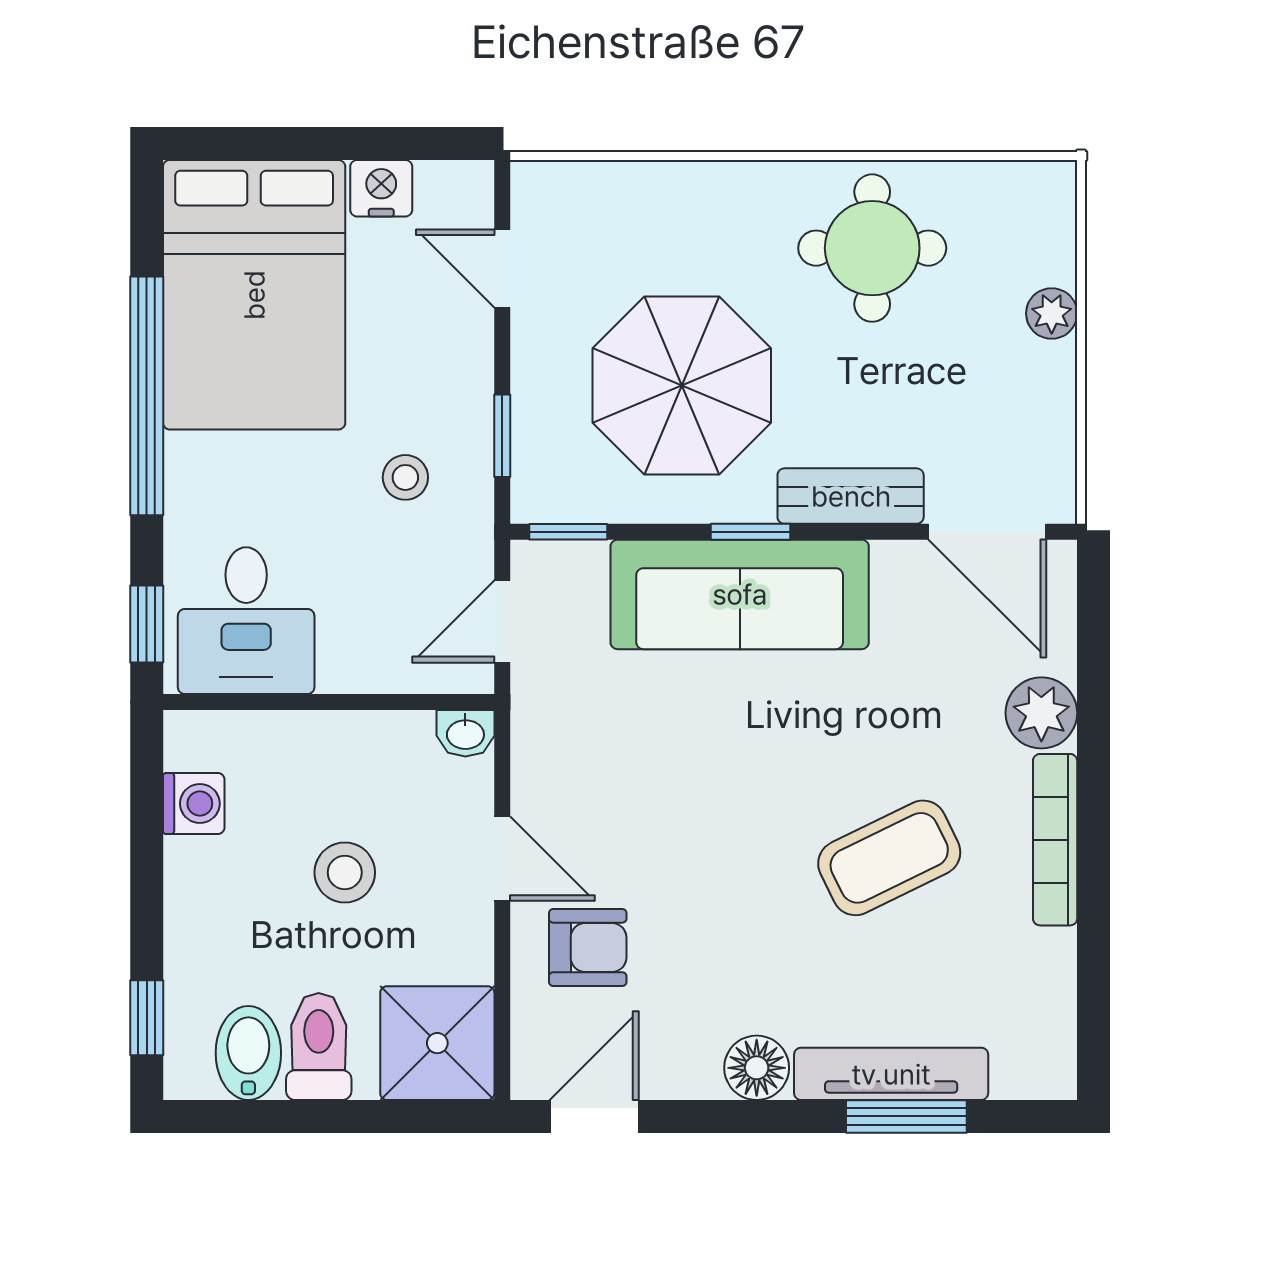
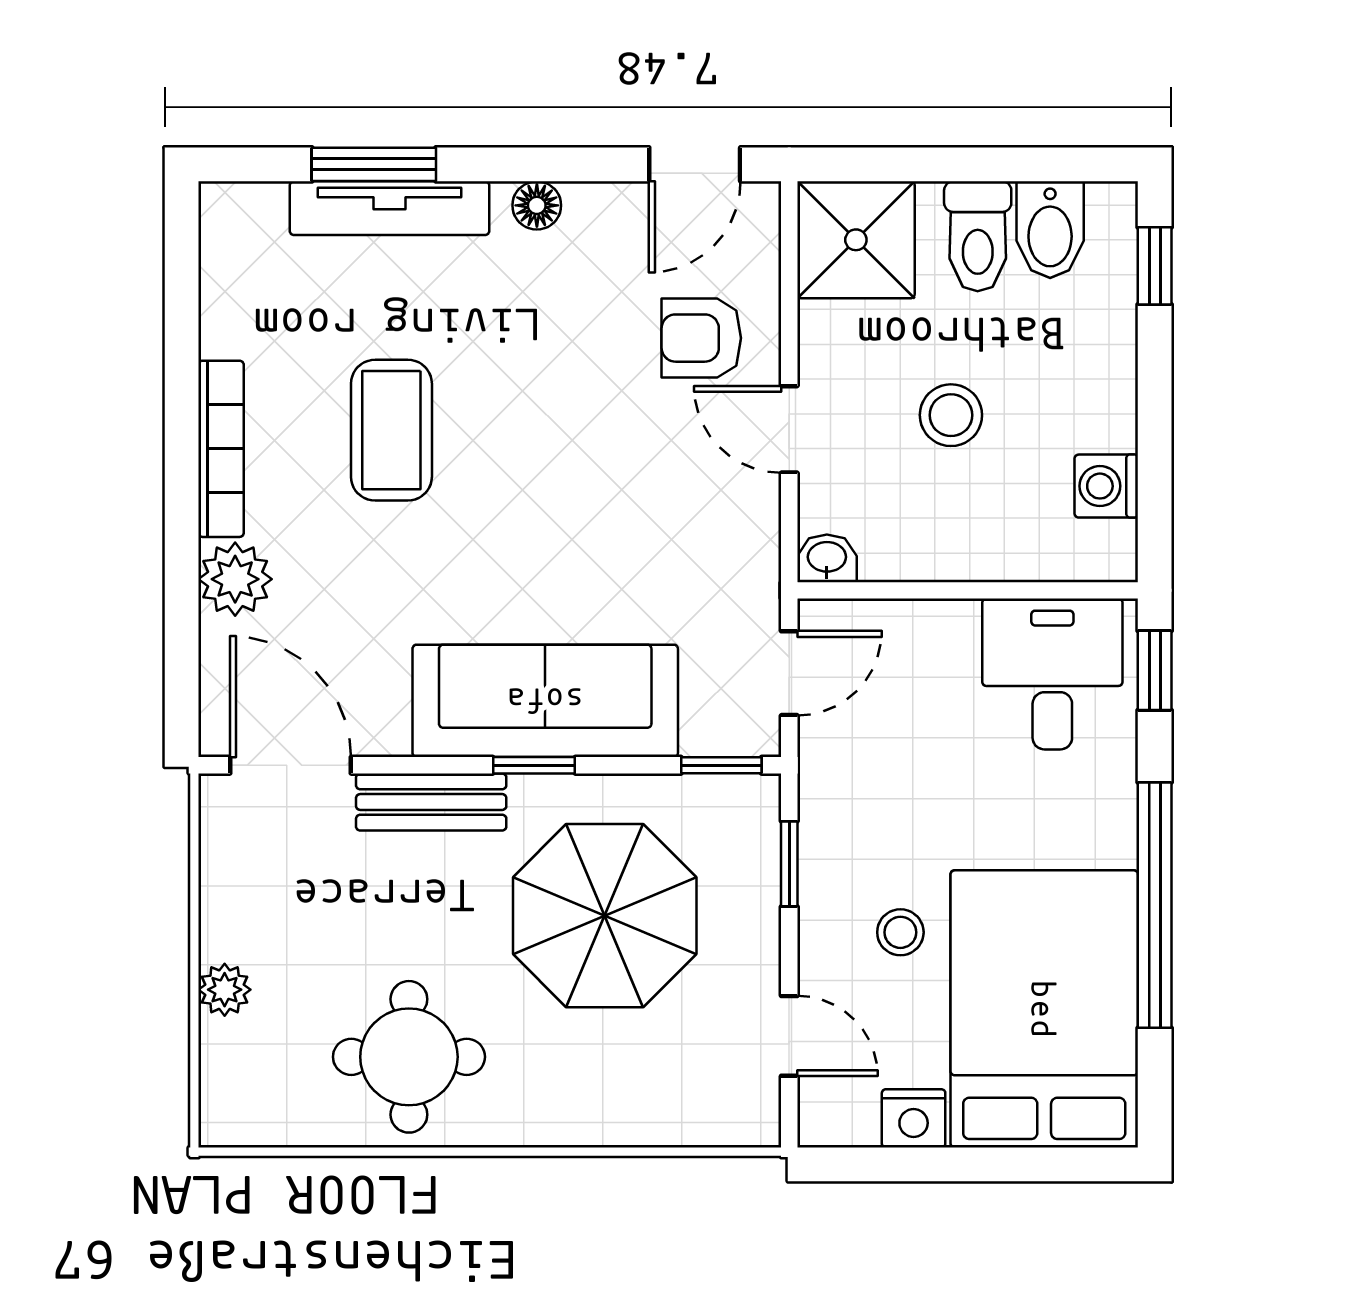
stool: (405, 477) -> (900, 932), moved
coffee table: (889, 858) -> (391, 430), turned -64
floor lamp: (757, 1068) -> (537, 205), width x0.73, depth x0.73

